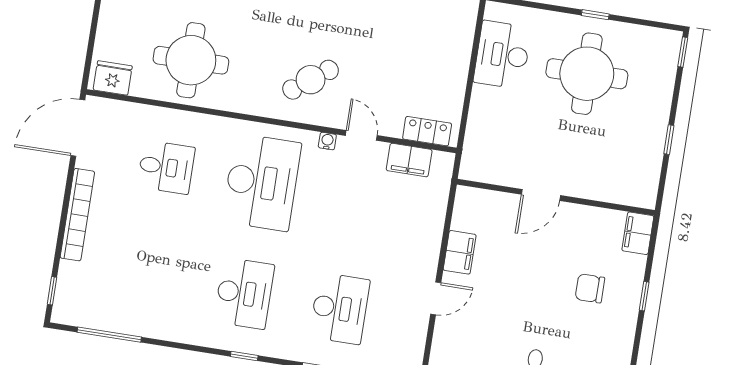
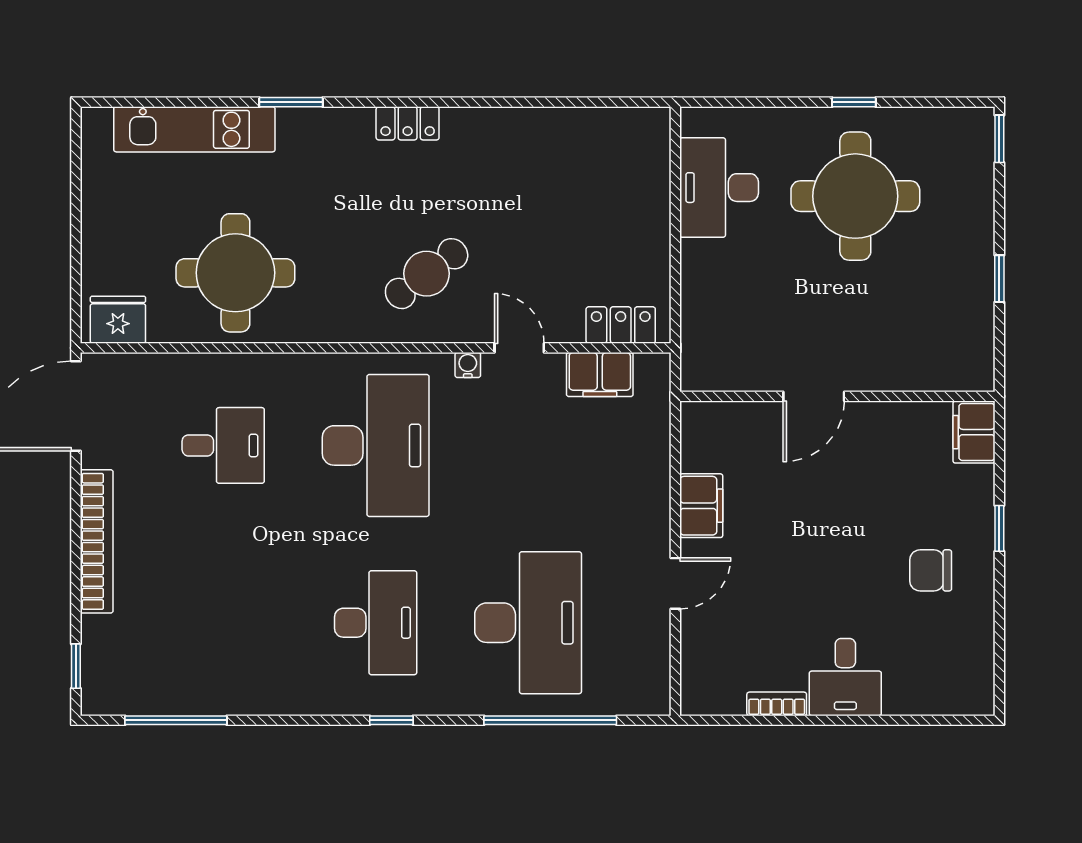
chair: (590, 288) -> (931, 570), moved
desk: (340, 308) -> (528, 623), width x1.36, depth x1.30

